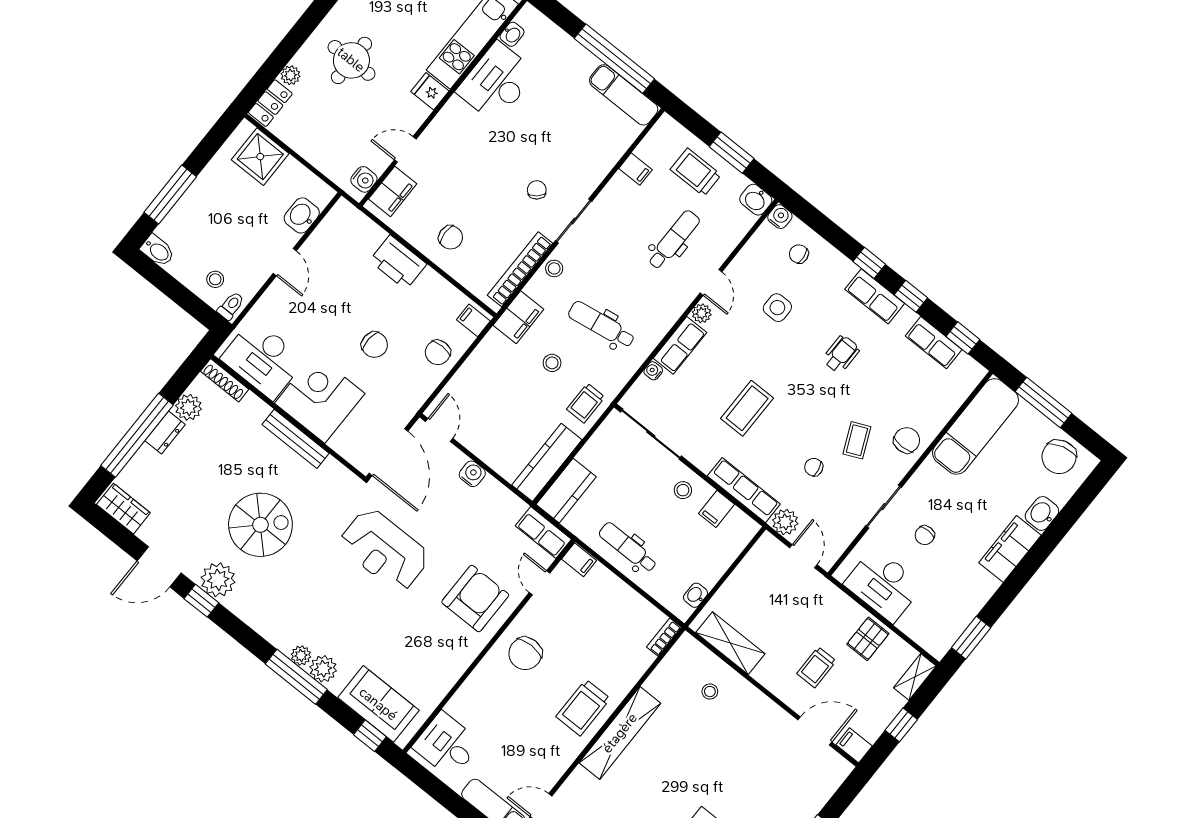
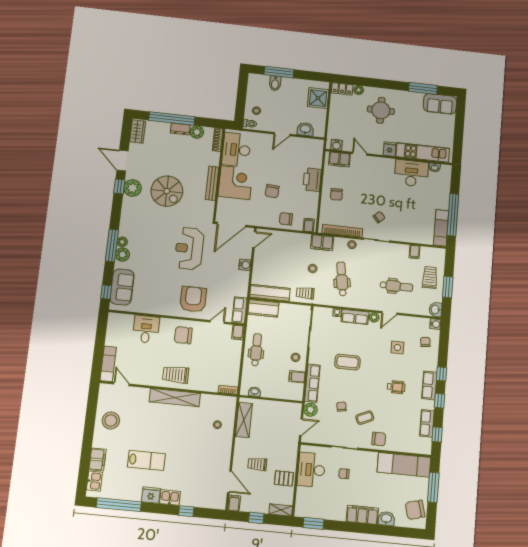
bidet: (158, 251) -> (275, 83), moved
armchair: (475, 598) -> (193, 299), turned -90
desk: (447, 745) -> (146, 329), moved

